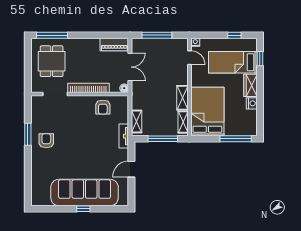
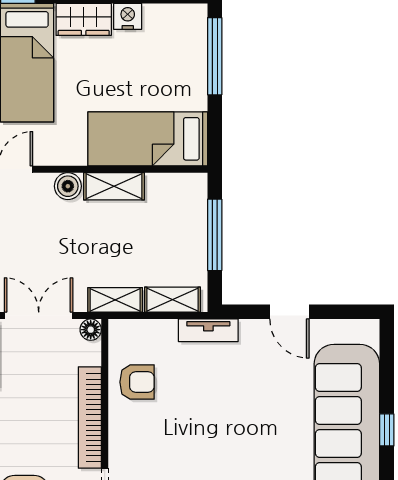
boiler: (183, 79) -> (68, 186), added
bed: (207, 111) -> (148, 139), width x0.67
shelving: (183, 122) -> (115, 300), moved

